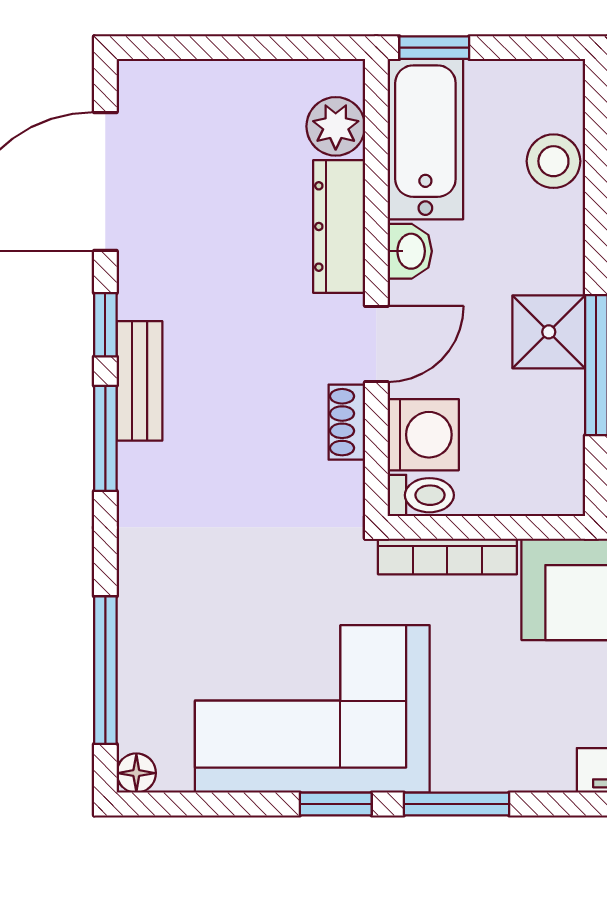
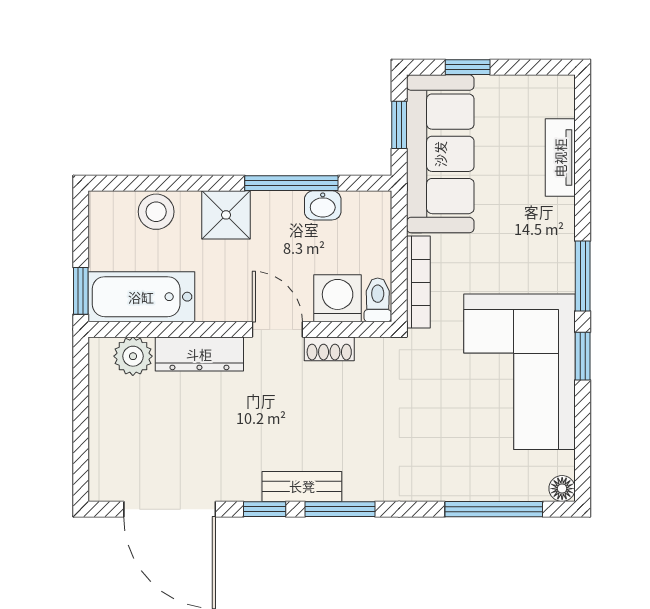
washbasin: (410, 251) -> (323, 205), moved, turned 180
shower: (549, 332) -> (226, 215), moved

